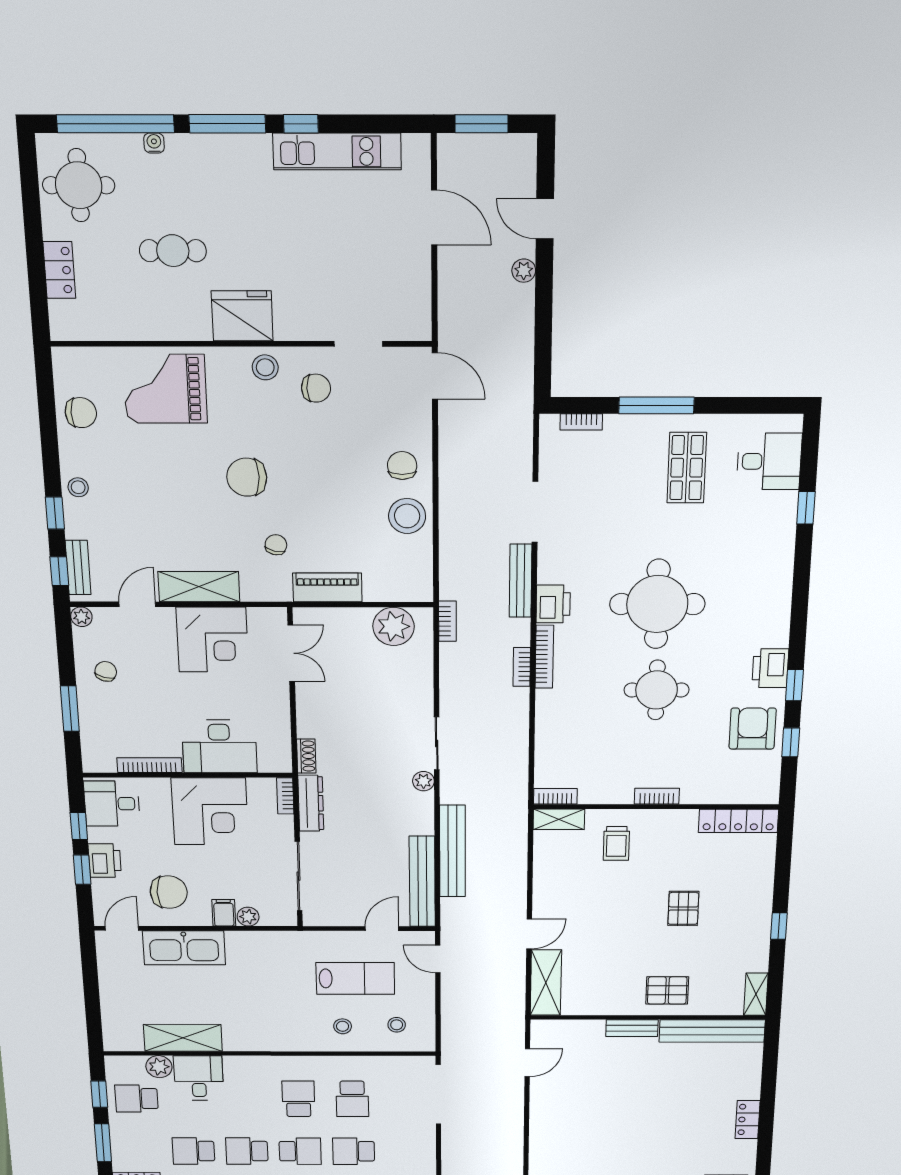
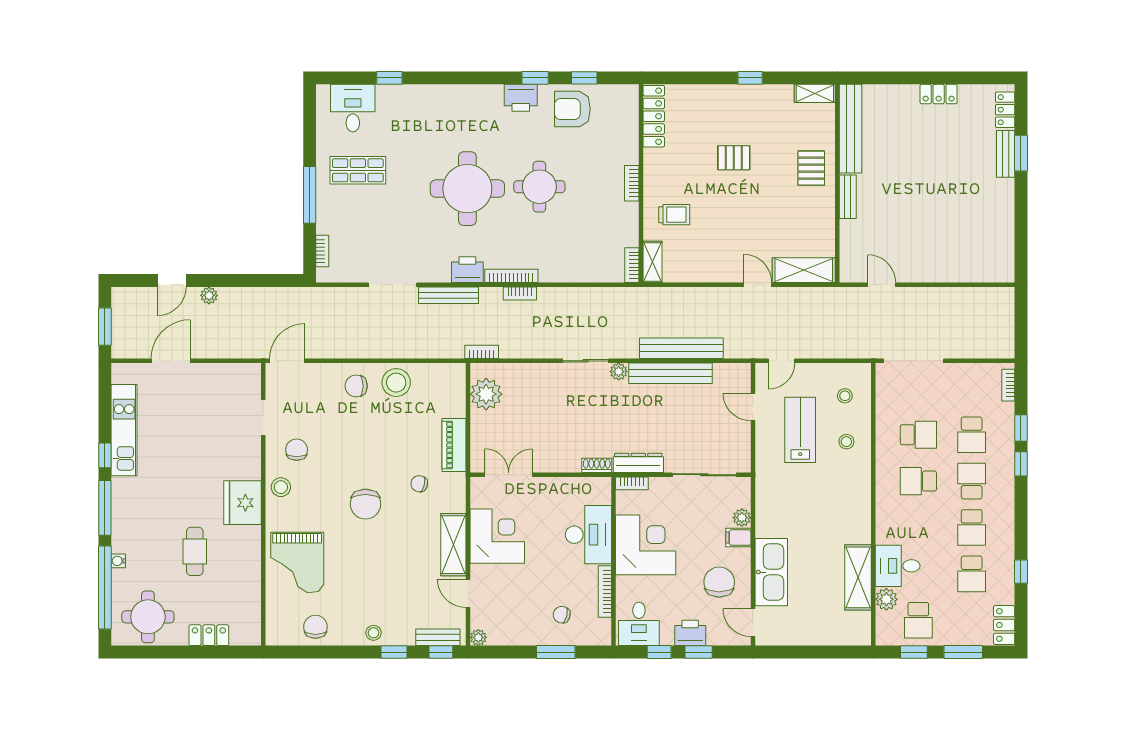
chair: (106, 671) -> (562, 615), moved
bench: (422, 882) -> (671, 373), moved

